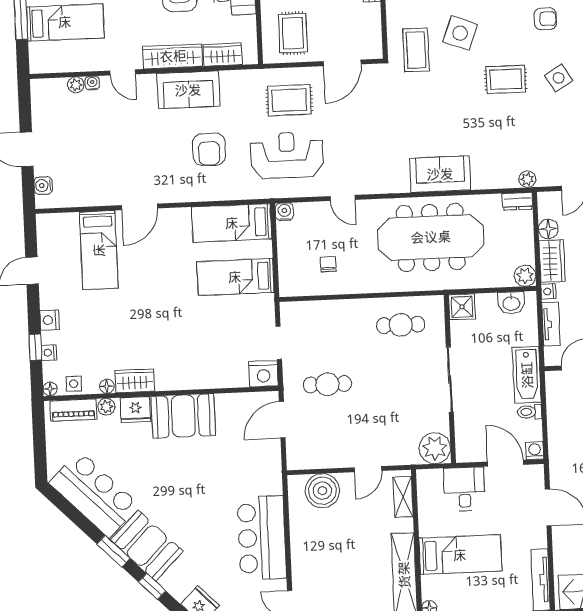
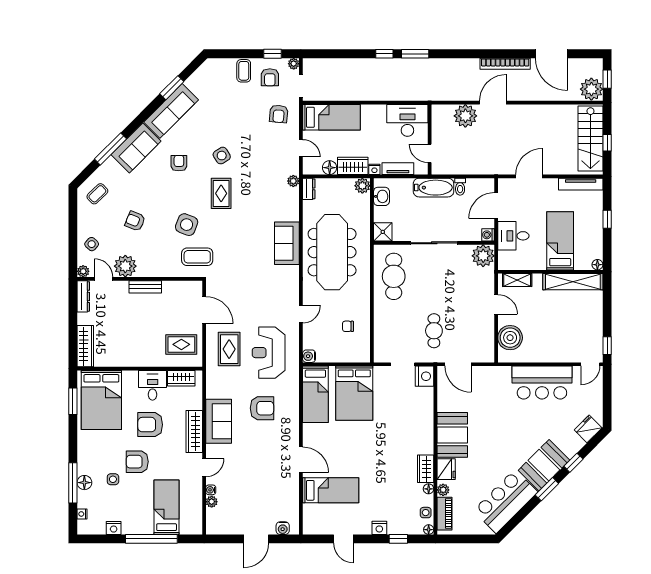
wardrobe: (223, 55) -> (181, 378), moved, turned -90
bed: (235, 277) -> (354, 393), width x1.50
cafe table: (401, 325) -> (394, 276), width x1.37, depth x1.35
nightstand: (49, 353) -> (403, 529), removed
washing machine: (535, 451) -> (488, 235), moved

